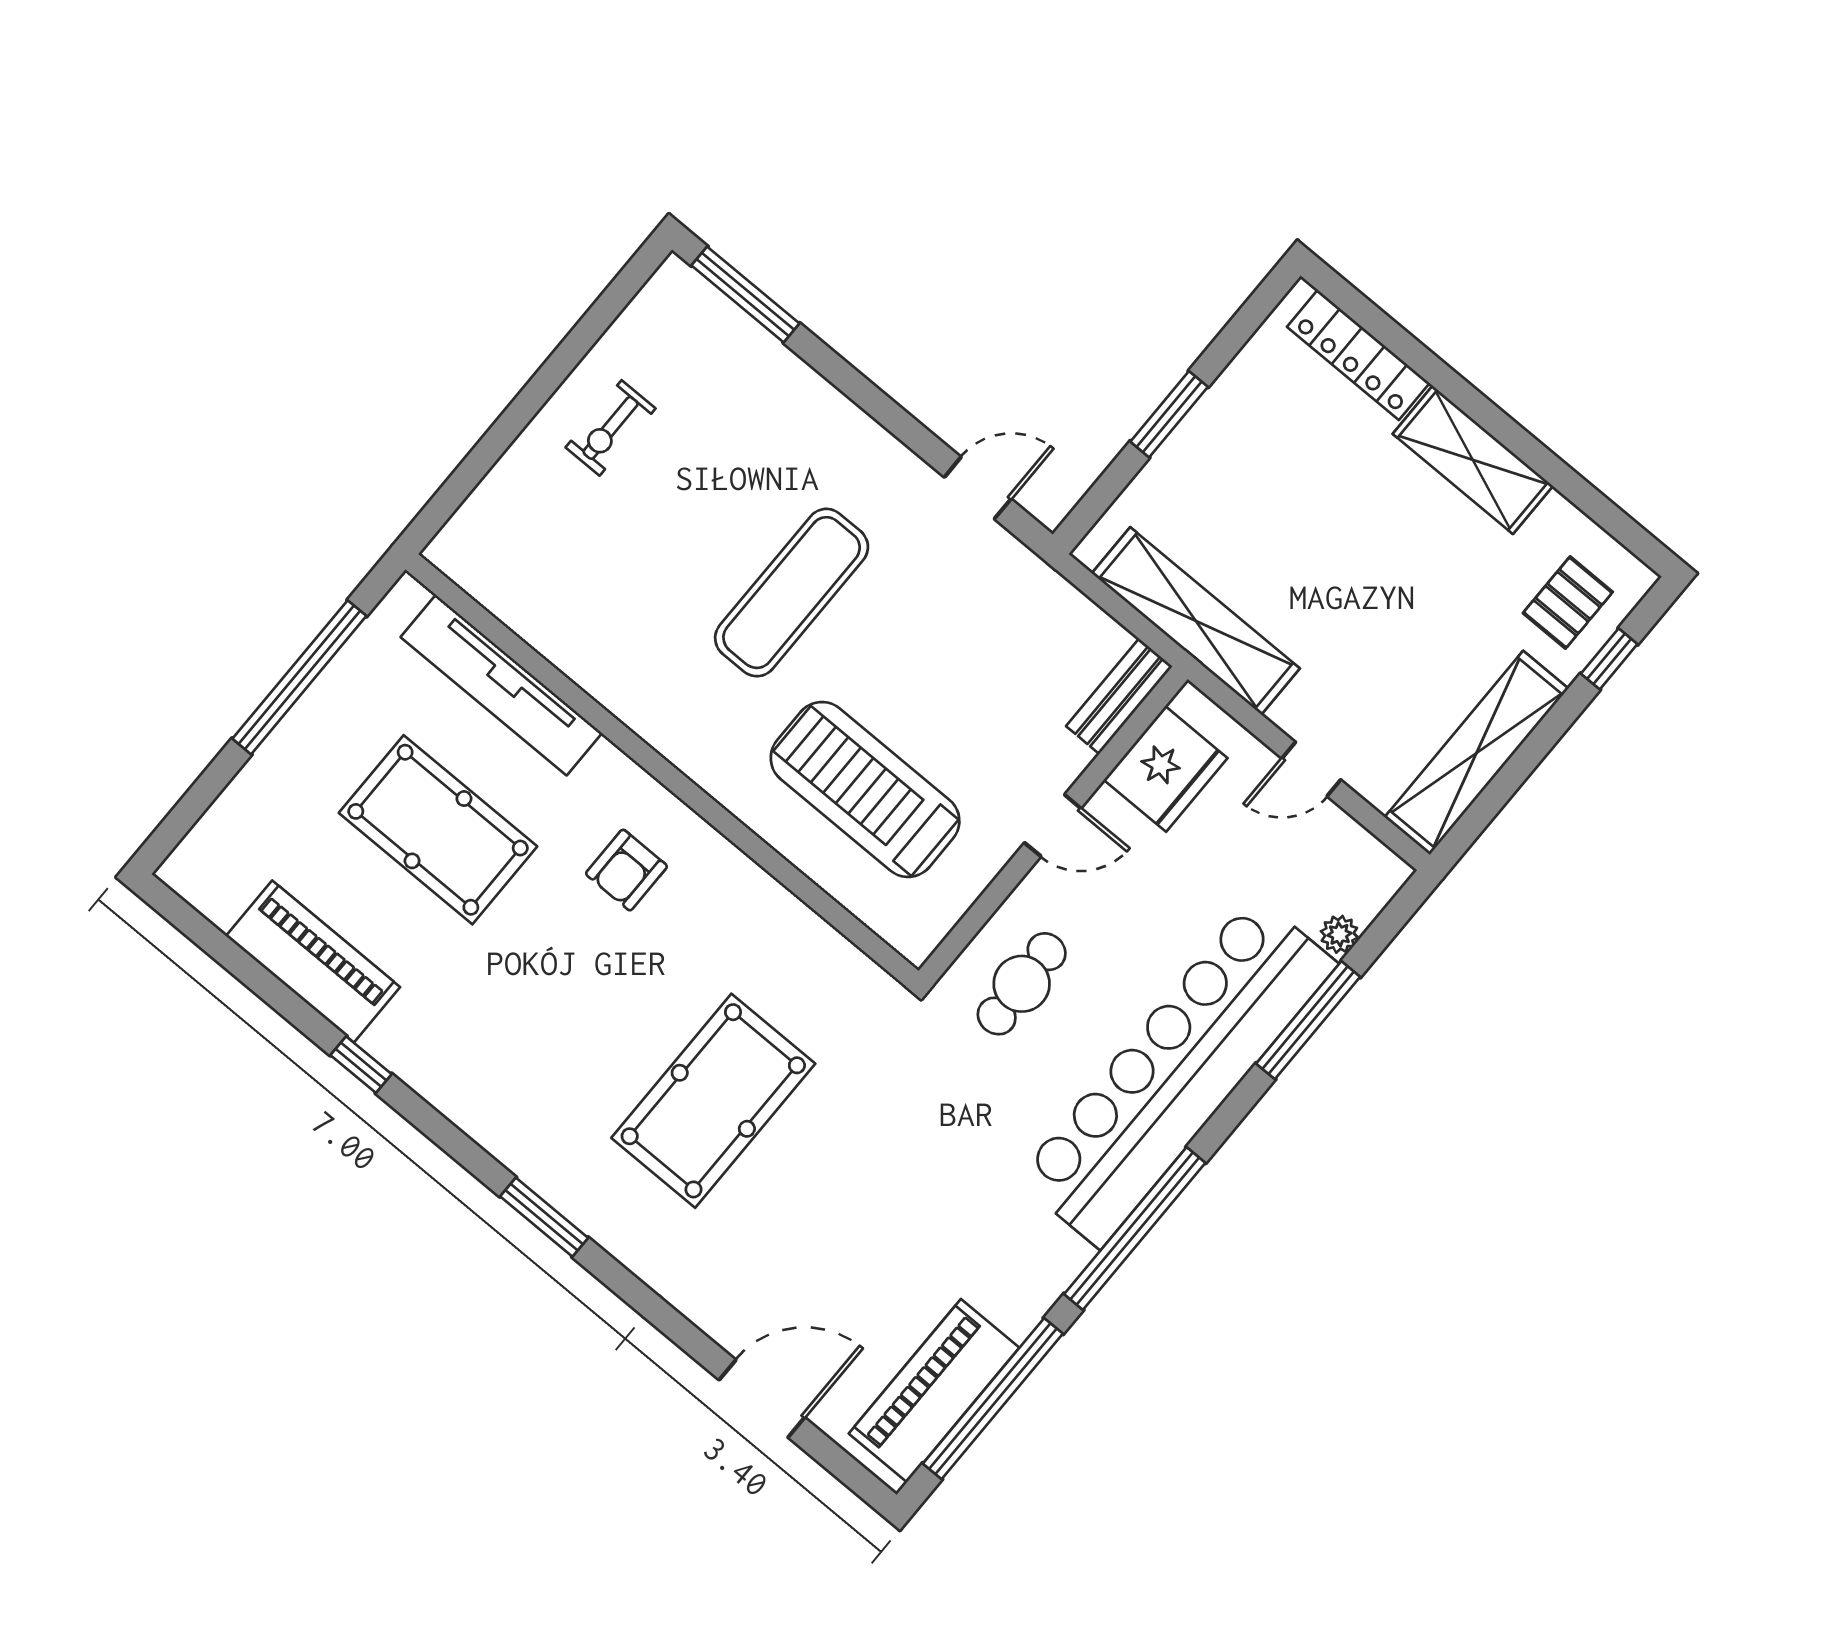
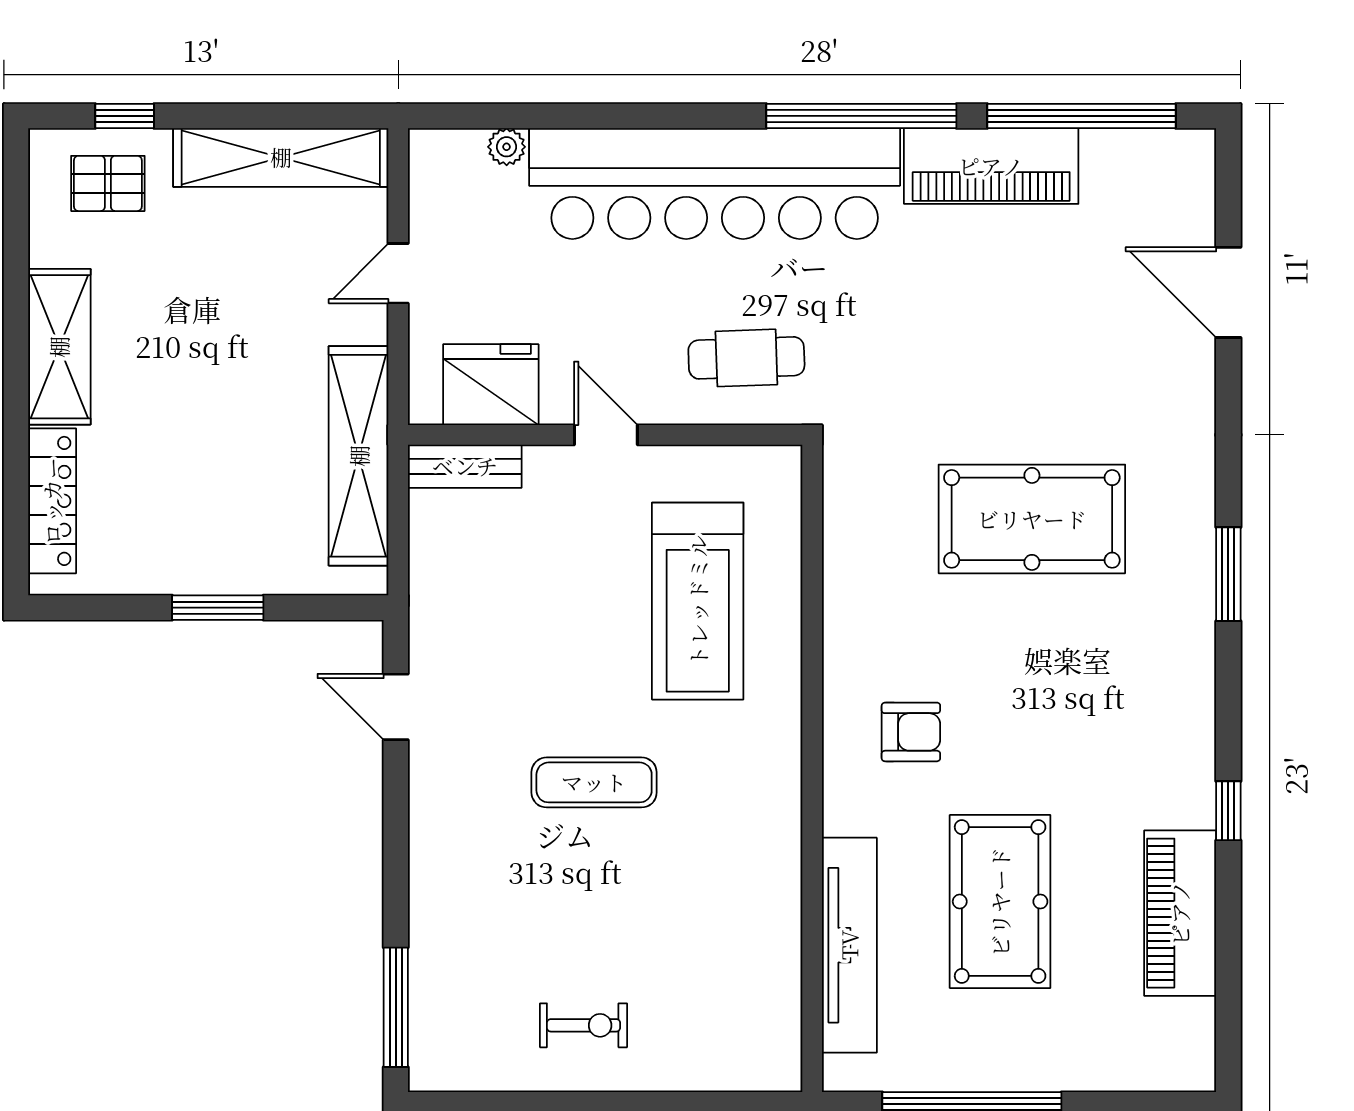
exercise mat: (792, 593) -> (594, 782), width x0.73, depth x0.69
door: (1311, 769) -> (398, 273), swing flipped
window: (1308, 1020) -> (592, 116), removed
piano: (934, 1391) -> (991, 166), moved

